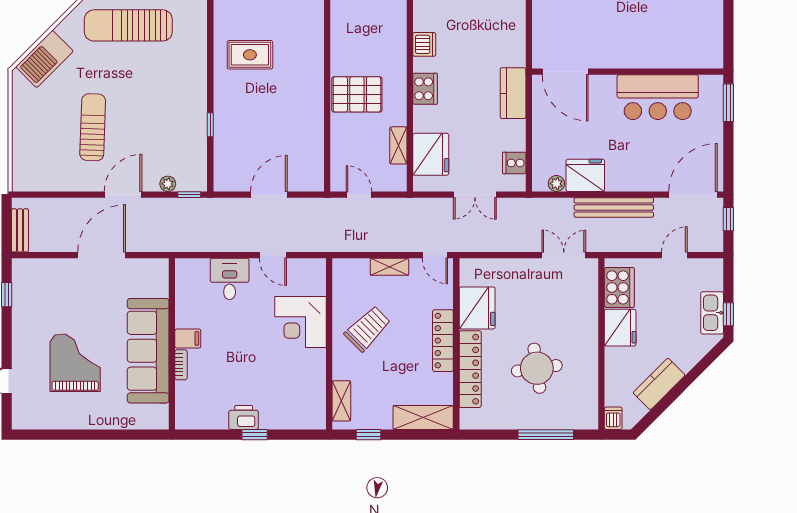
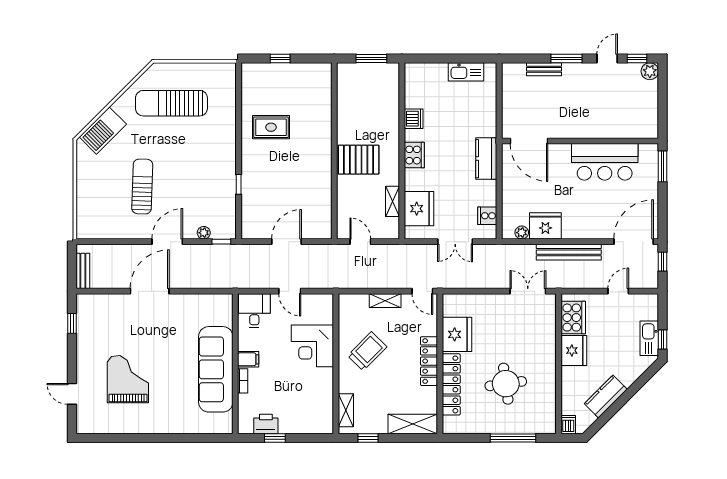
filing cabinet: (188, 339) -> (248, 359), moved
wall: (172, 344) -> (235, 364), moved
sofa: (148, 351) -> (216, 369), moved
bookcase: (181, 365) -> (243, 381), moved

